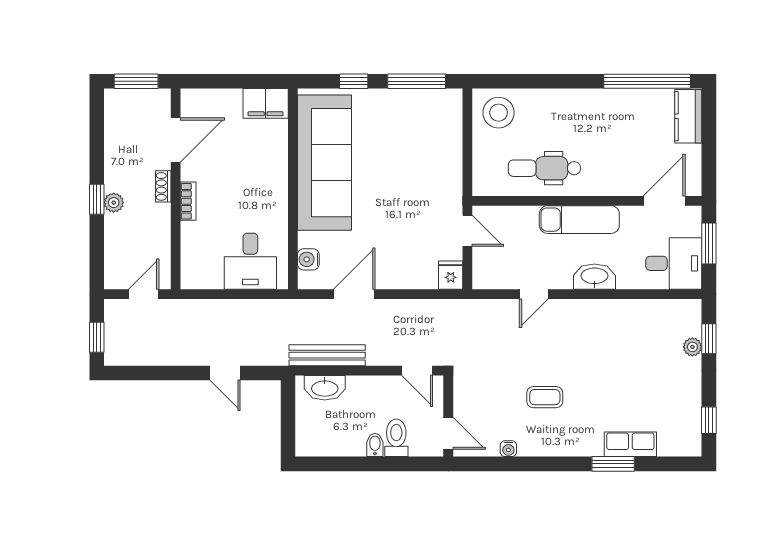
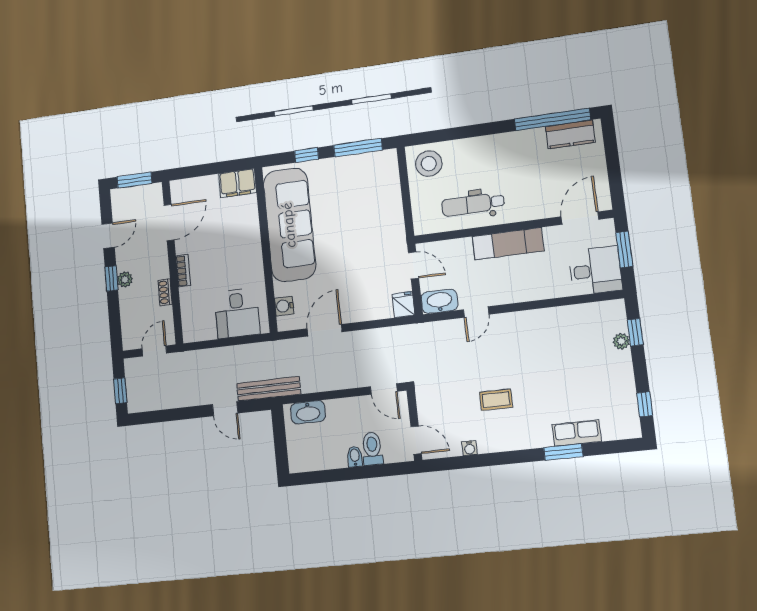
kitchen counter: (688, 116) -> (570, 134), moved, turned -90
door: (97, 146) -> (108, 236), added
shoe rack: (163, 186) -> (165, 292), moved
washbasin: (594, 277) -> (440, 301), moved
bench: (327, 355) -> (269, 389), moved

